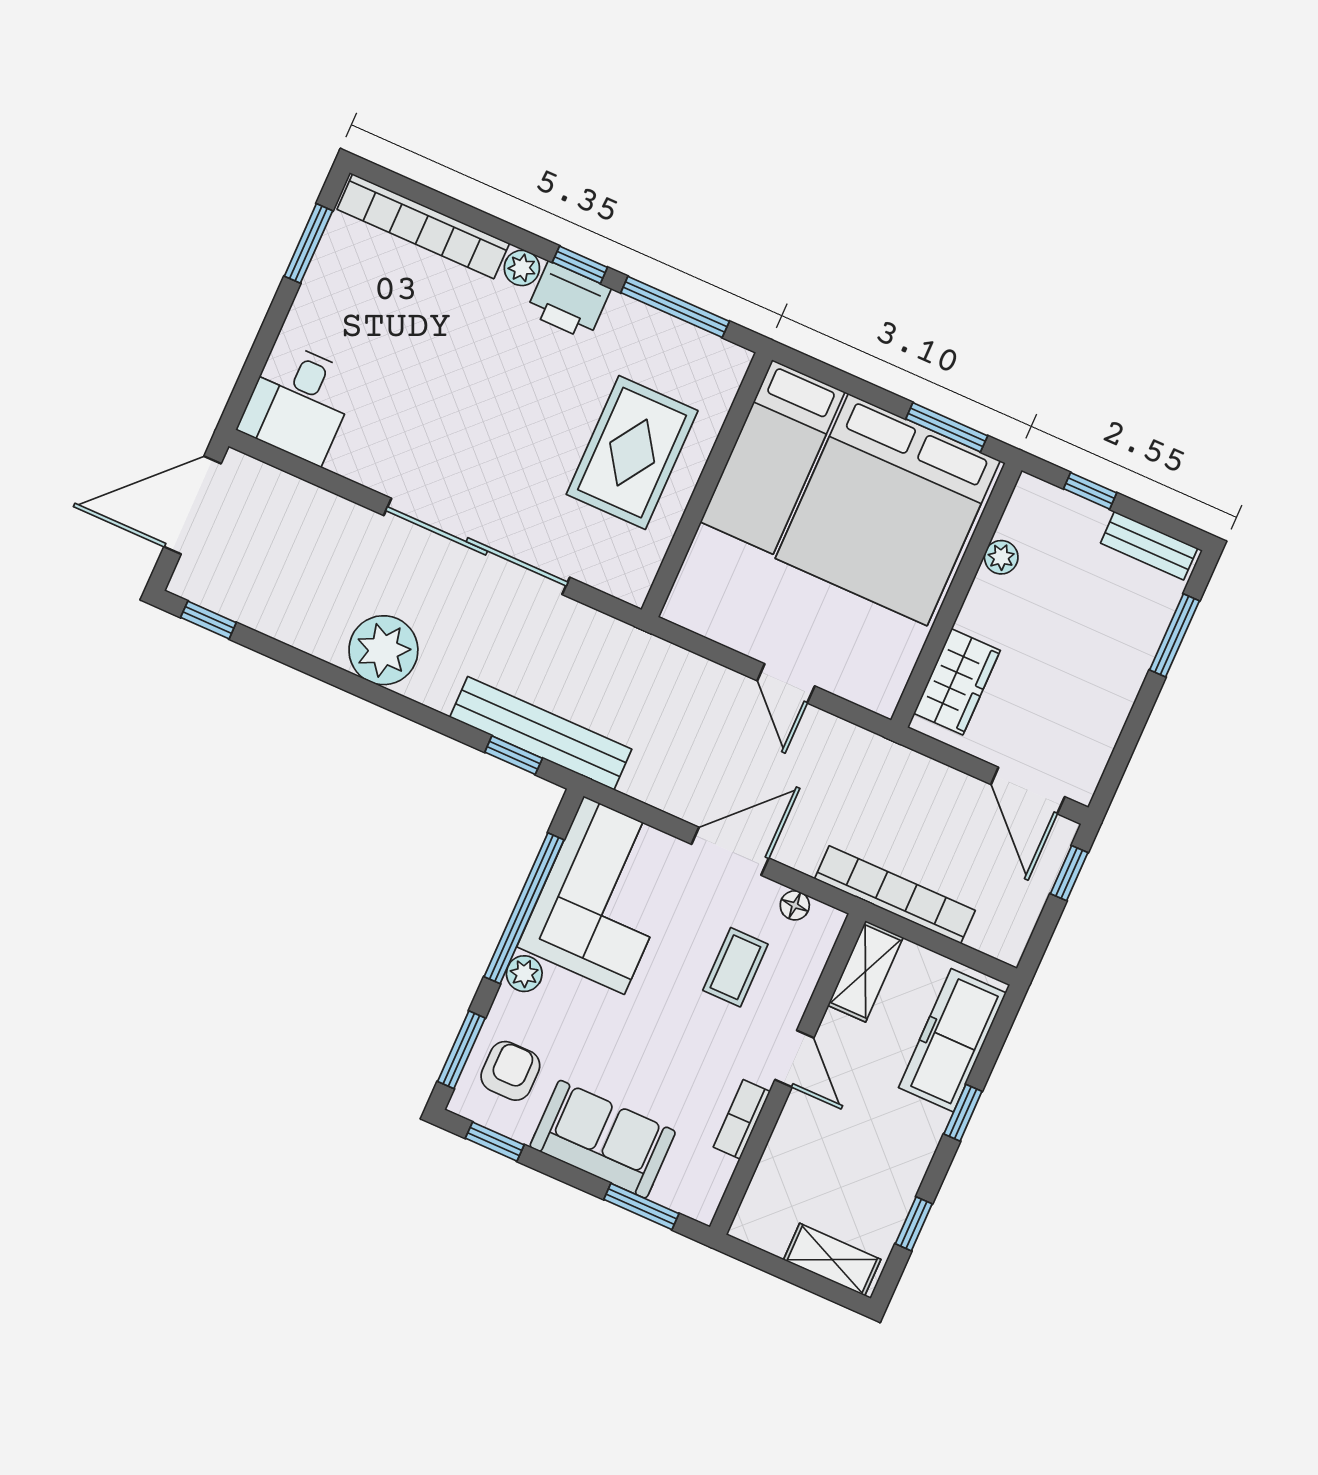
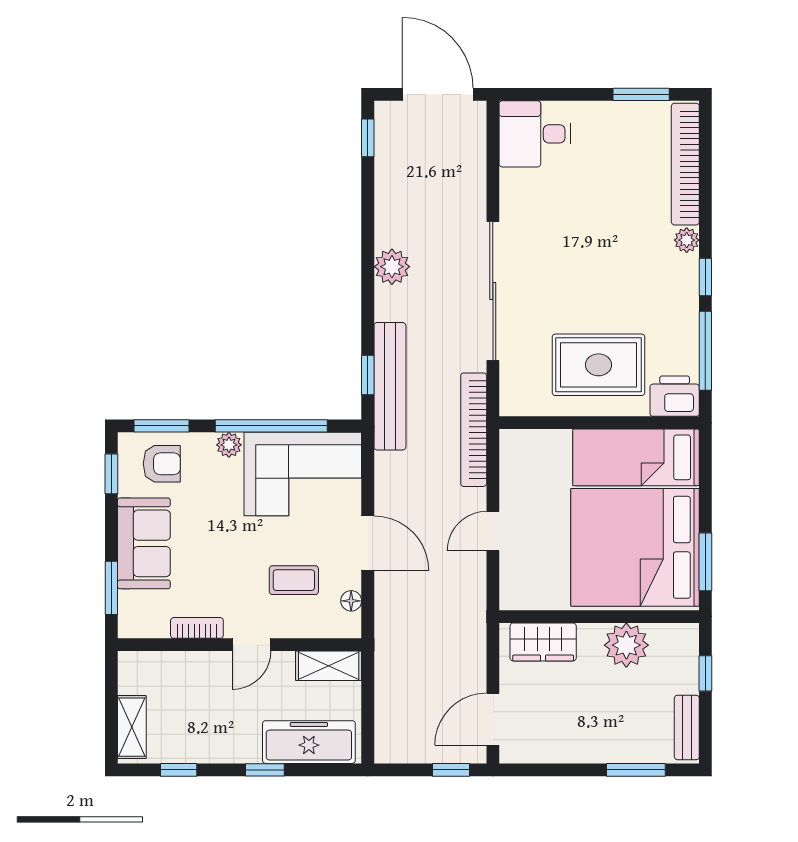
printer: (568, 301) -> (675, 396), moved, turned 90
plant: (1001, 557) -> (626, 645), width x1.87, depth x1.87
plant: (383, 650) -> (392, 267), width x0.73, depth x0.73
bookcase: (895, 895) -> (474, 430), moved, turned 180

